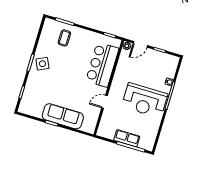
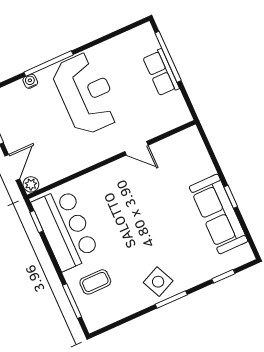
door: (140, 44) -> (12, 167), hinge flipped
bar counter: (102, 65) -> (66, 229), moved, turned -90
sofa: (63, 116) -> (218, 214), moved

